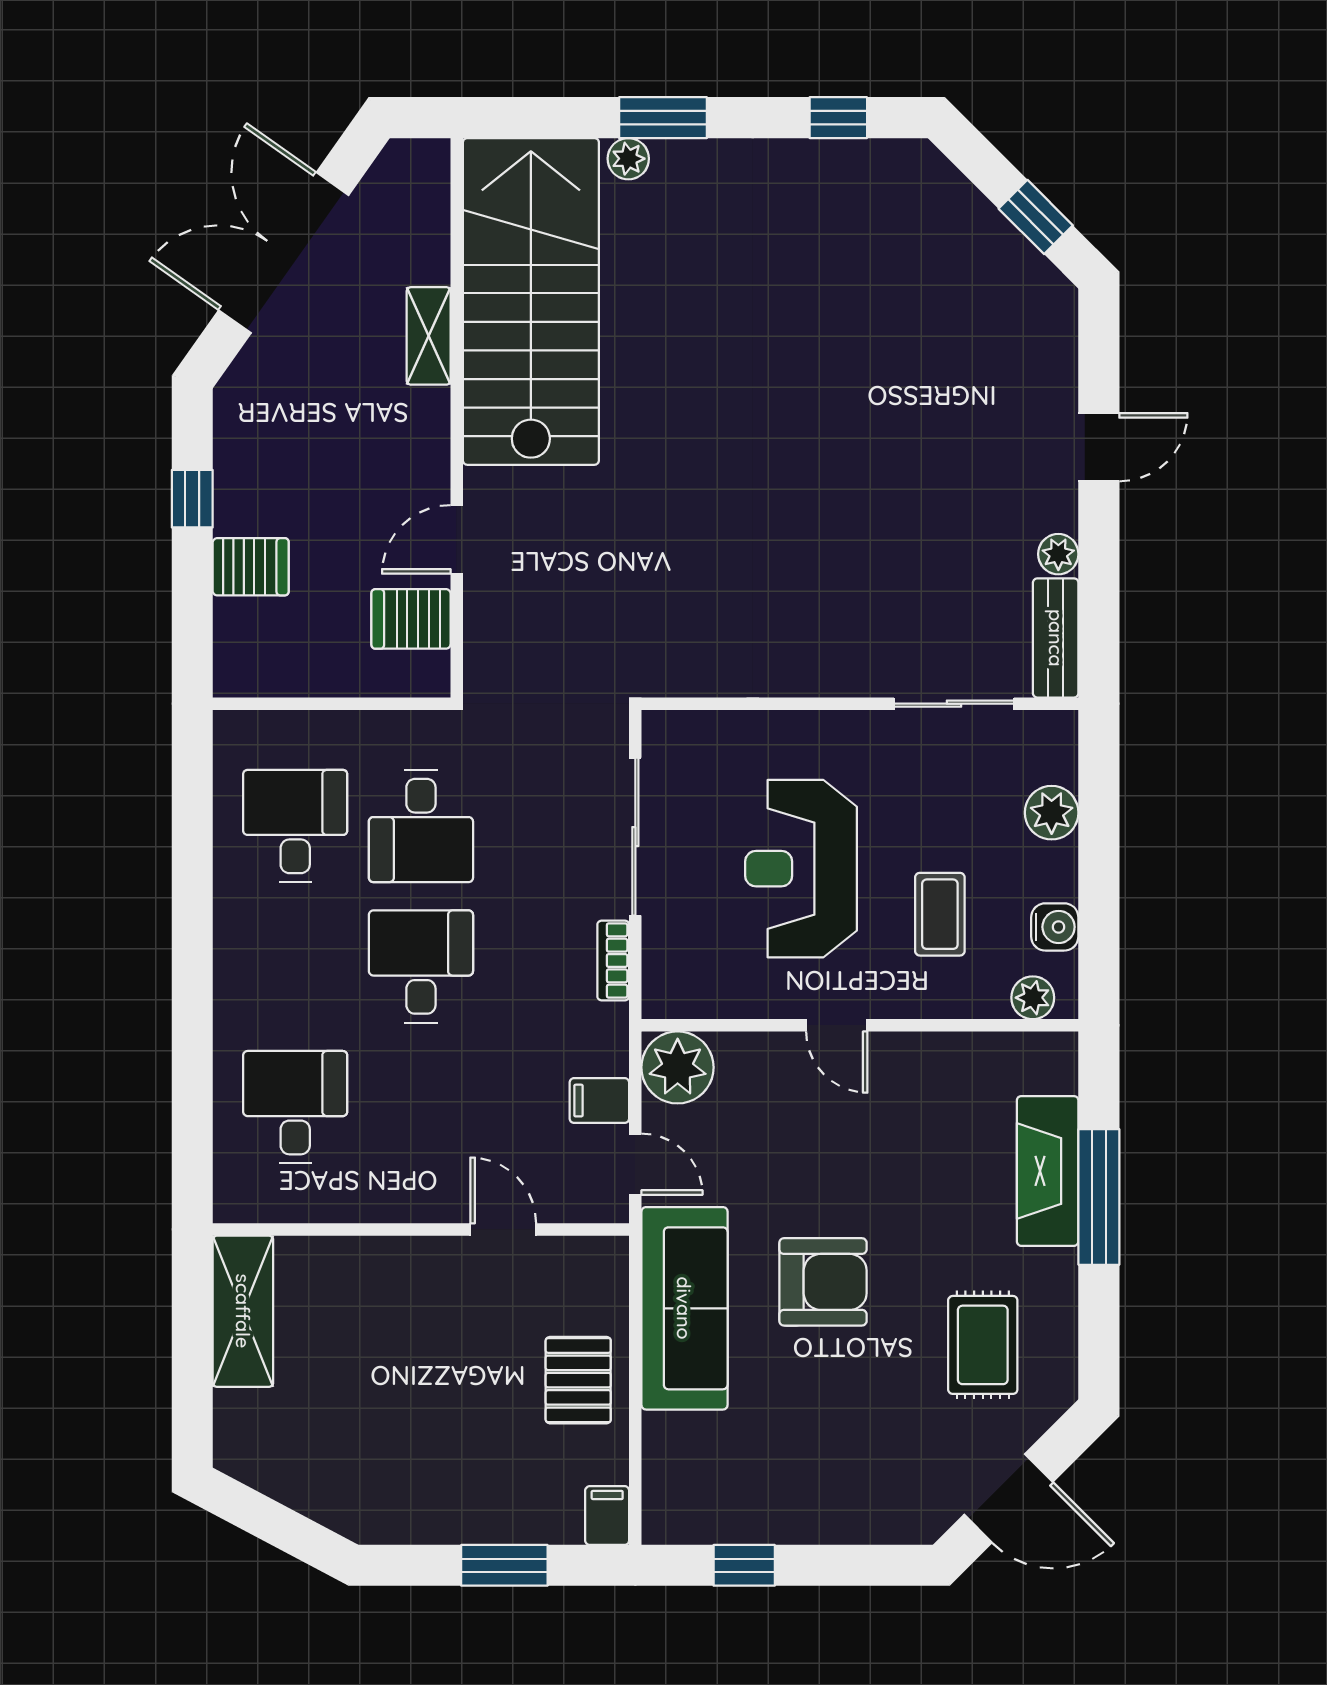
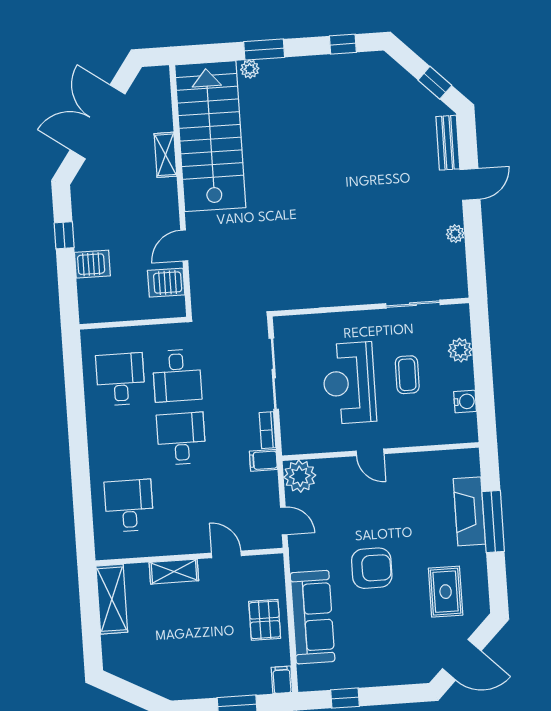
bench: (1056, 638) -> (448, 143), moved
coffee table: (940, 914) -> (407, 375), moved
plant: (1033, 998) -> (457, 434), removed
filing cabinet: (599, 1101) -> (263, 460), moved
shelving: (385, 1260) -> (174, 572), added
sofa: (684, 1308) -> (313, 617), moved

